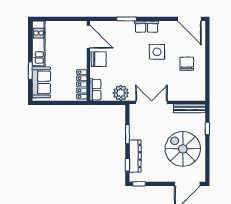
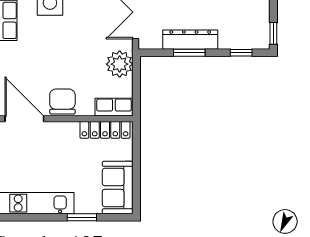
door: (88, 37) -> (24, 119), hinge flipped
sofa: (41, 82) -> (118, 187), moved, turned -90
dresser: (135, 156) -> (190, 40), moved

